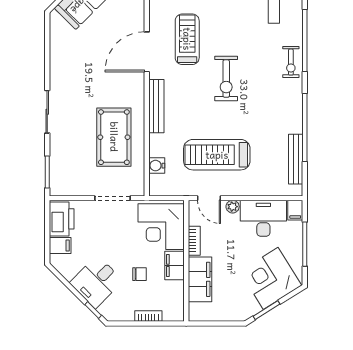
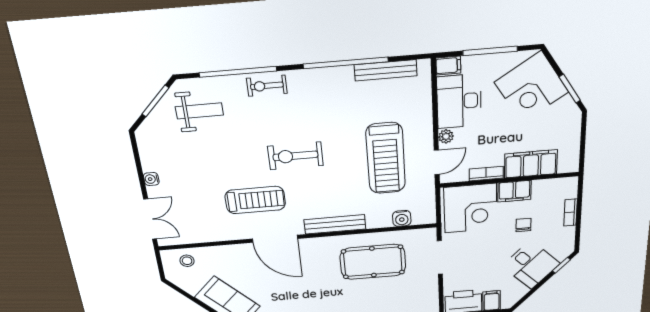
treadmill: (187, 39) -> (255, 200), turned 180
exercise bike: (291, 62) -> (267, 86), turned 180
exercise bike: (226, 79) -> (295, 156), turned 180

